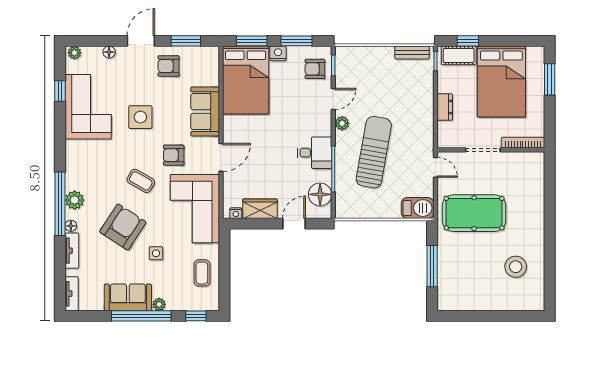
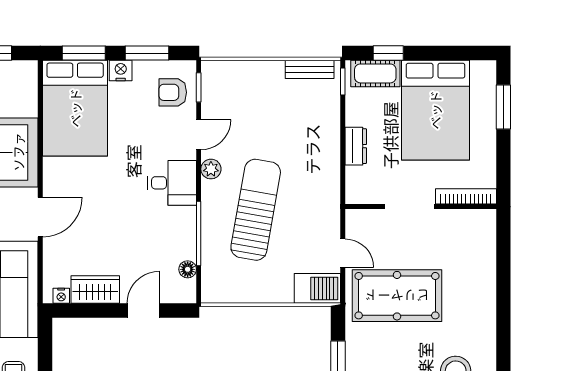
desk: (314, 153) -> (172, 183), moved
door: (436, 167) -> (343, 253), moved
floor lamp: (320, 194) -> (188, 269), width x0.53, depth x0.53

